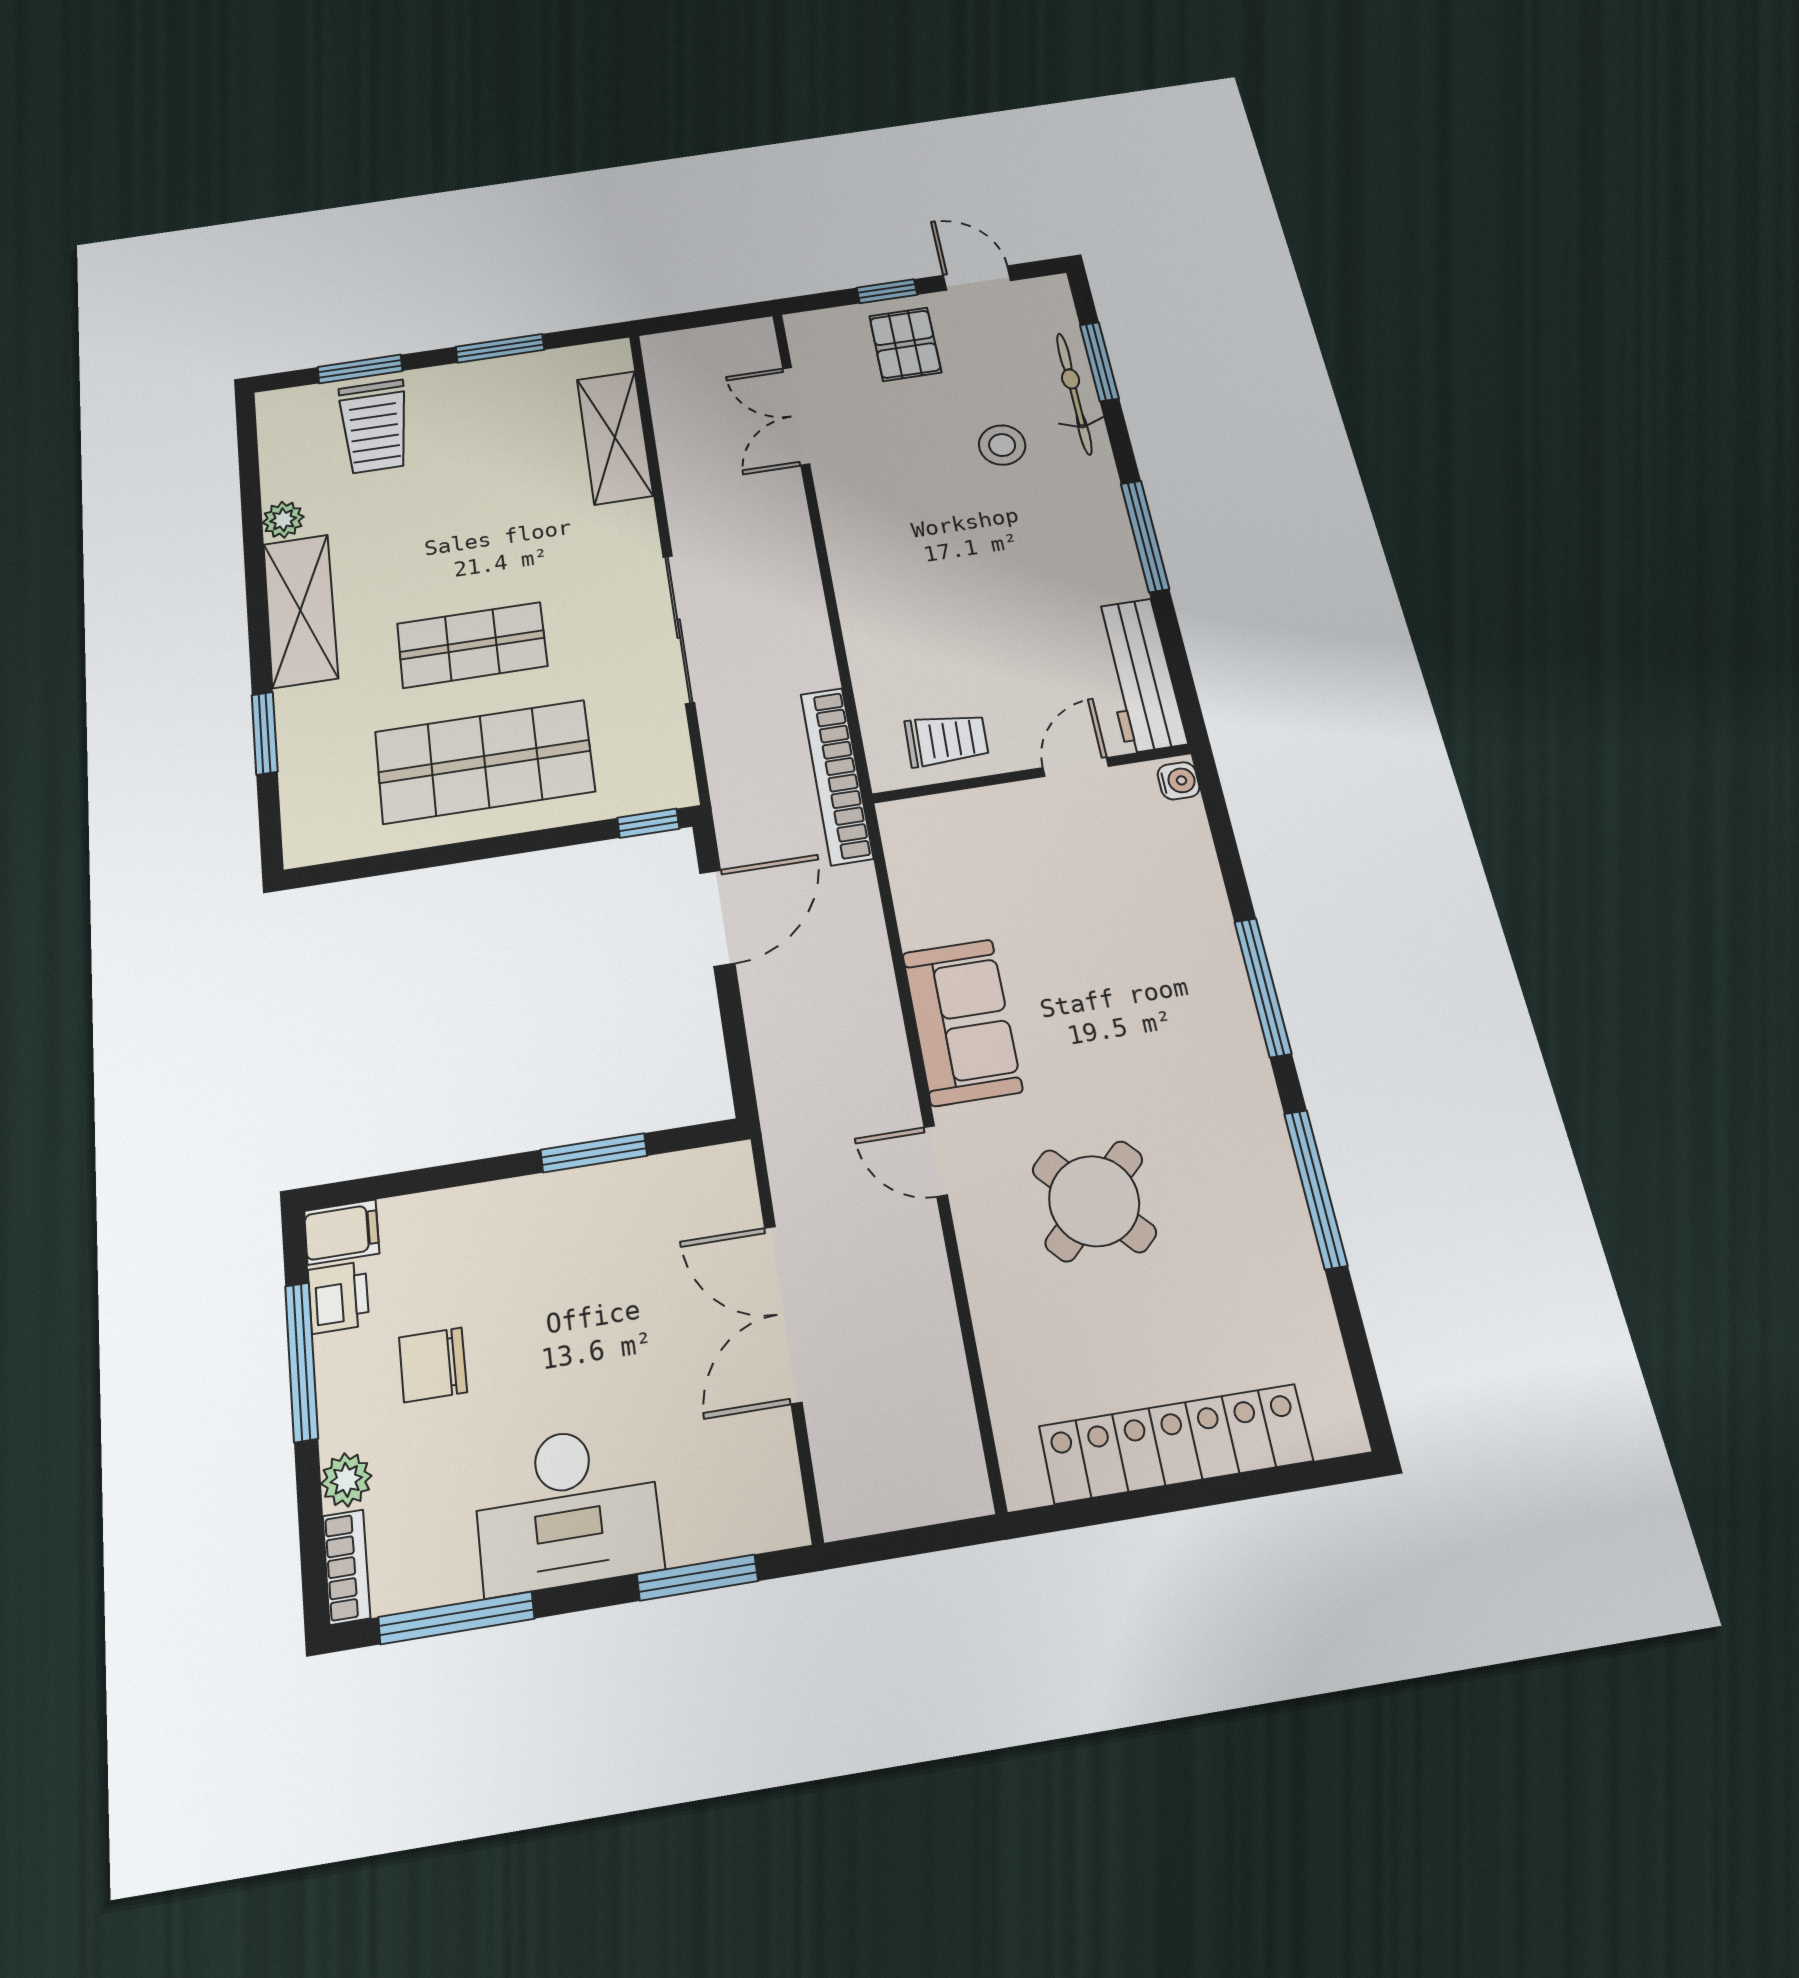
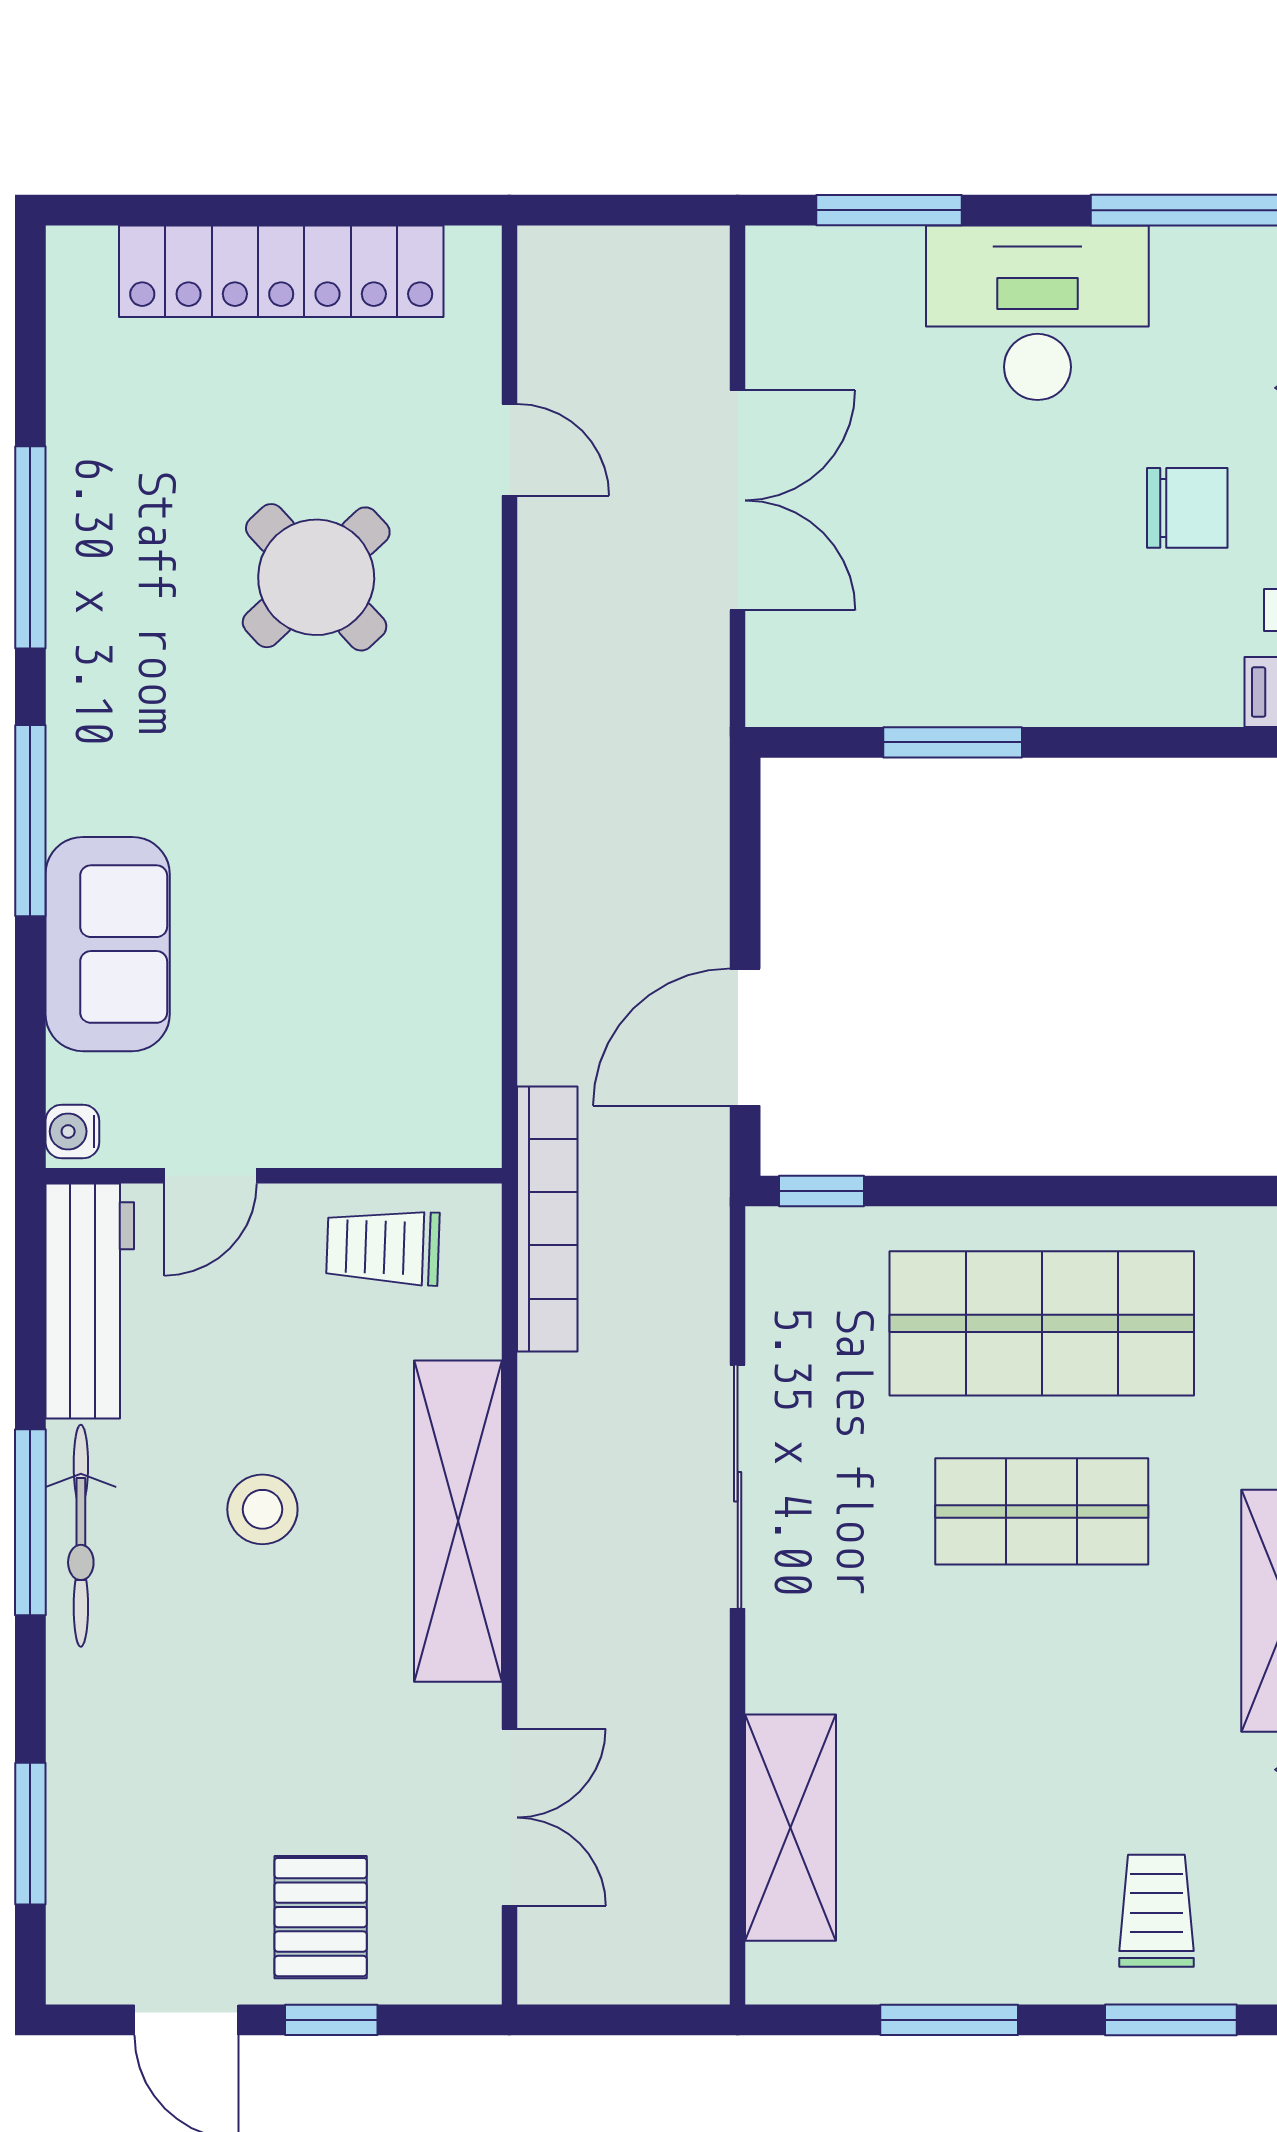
bicycle: (1074, 393) -> (81, 1536), moved
trolley: (374, 427) -> (1156, 1911), width x0.73, depth x0.72
stool: (1002, 445) -> (262, 1509), moved
shelving: (862, 580) -> (458, 1521), added
sofa: (962, 1022) -> (108, 944), moved, turned 180
door: (936, 1161) -> (509, 450), moved

